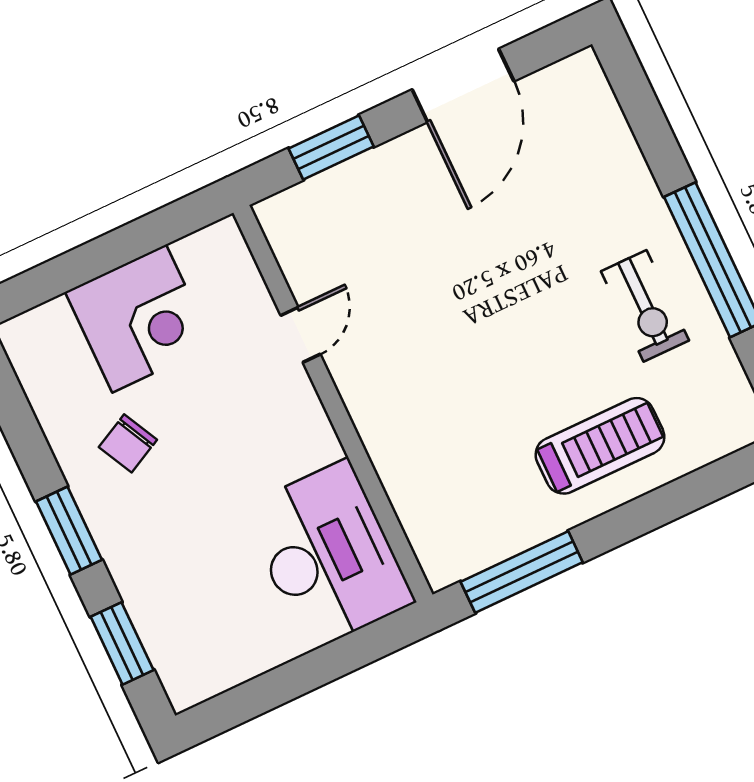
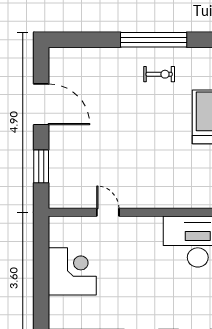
exercise bike: (645, 306) -> (159, 74), width x0.73, depth x0.72
chair: (128, 443) -> (118, 298), removed

